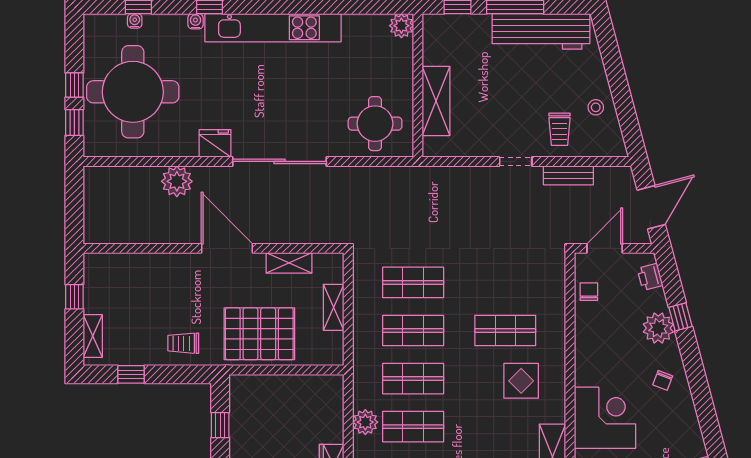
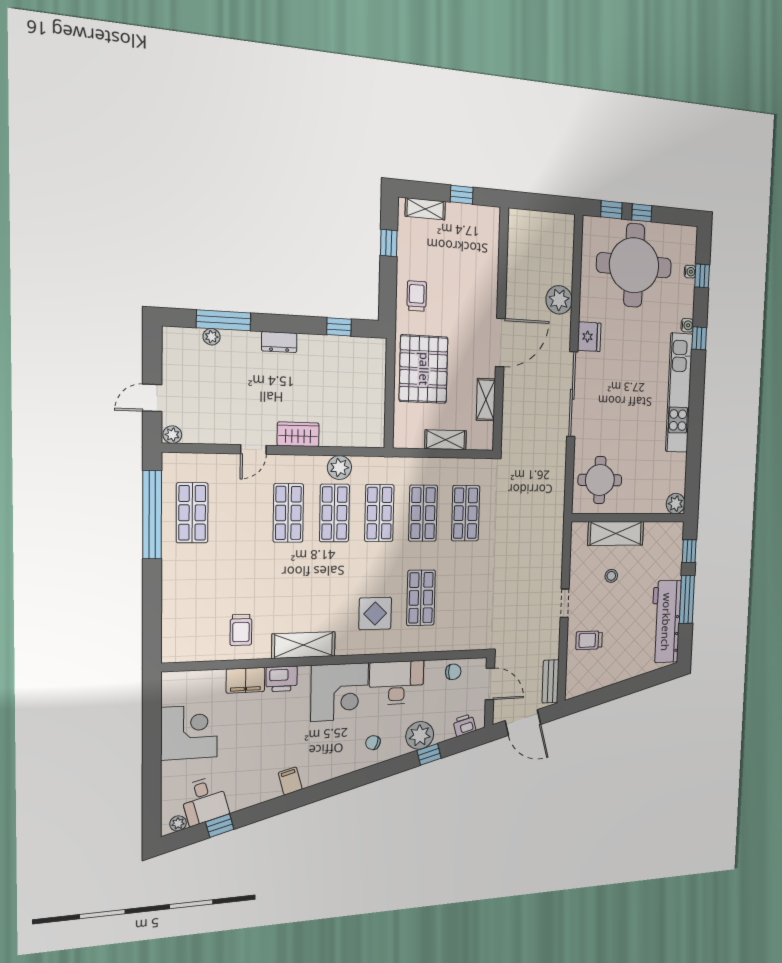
stool: (596, 107) -> (611, 576), moved
bench: (568, 175) -> (551, 681), moved
desk: (598, 356) -> (397, 683), added

